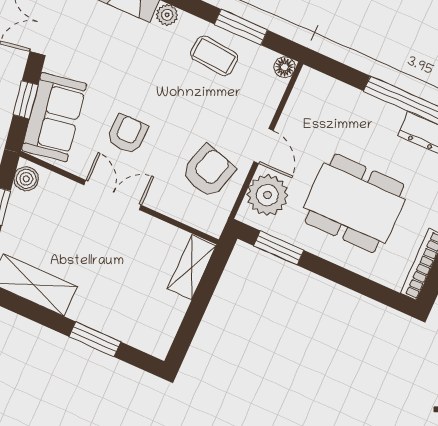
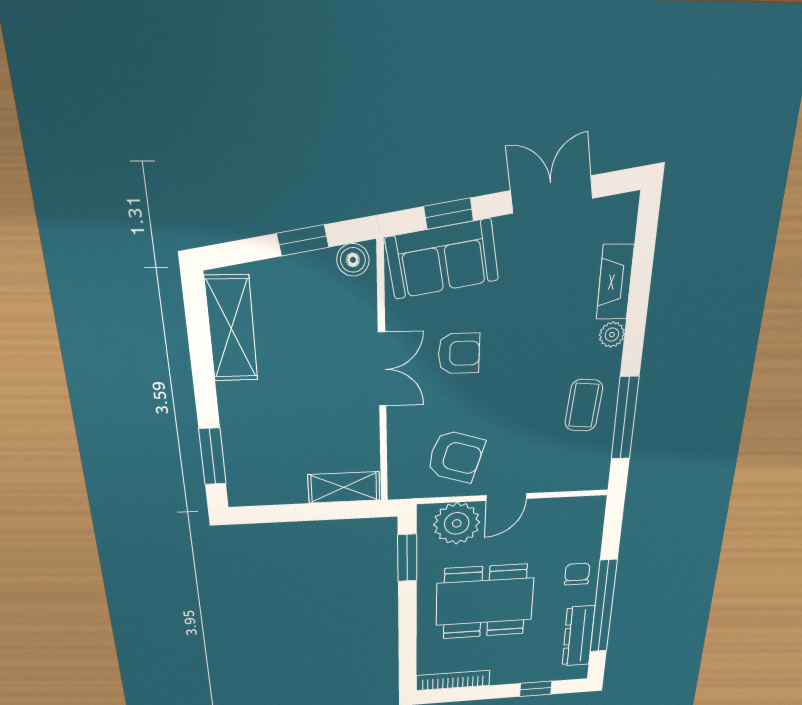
window: (241, 27) -> (625, 418), width x1.44
floor lamp: (284, 67) -> (597, 479), removed
chair: (368, 115) -> (577, 574), added
dining table: (354, 203) -> (485, 602), turned 90
window: (95, 339) -> (212, 456), moved

